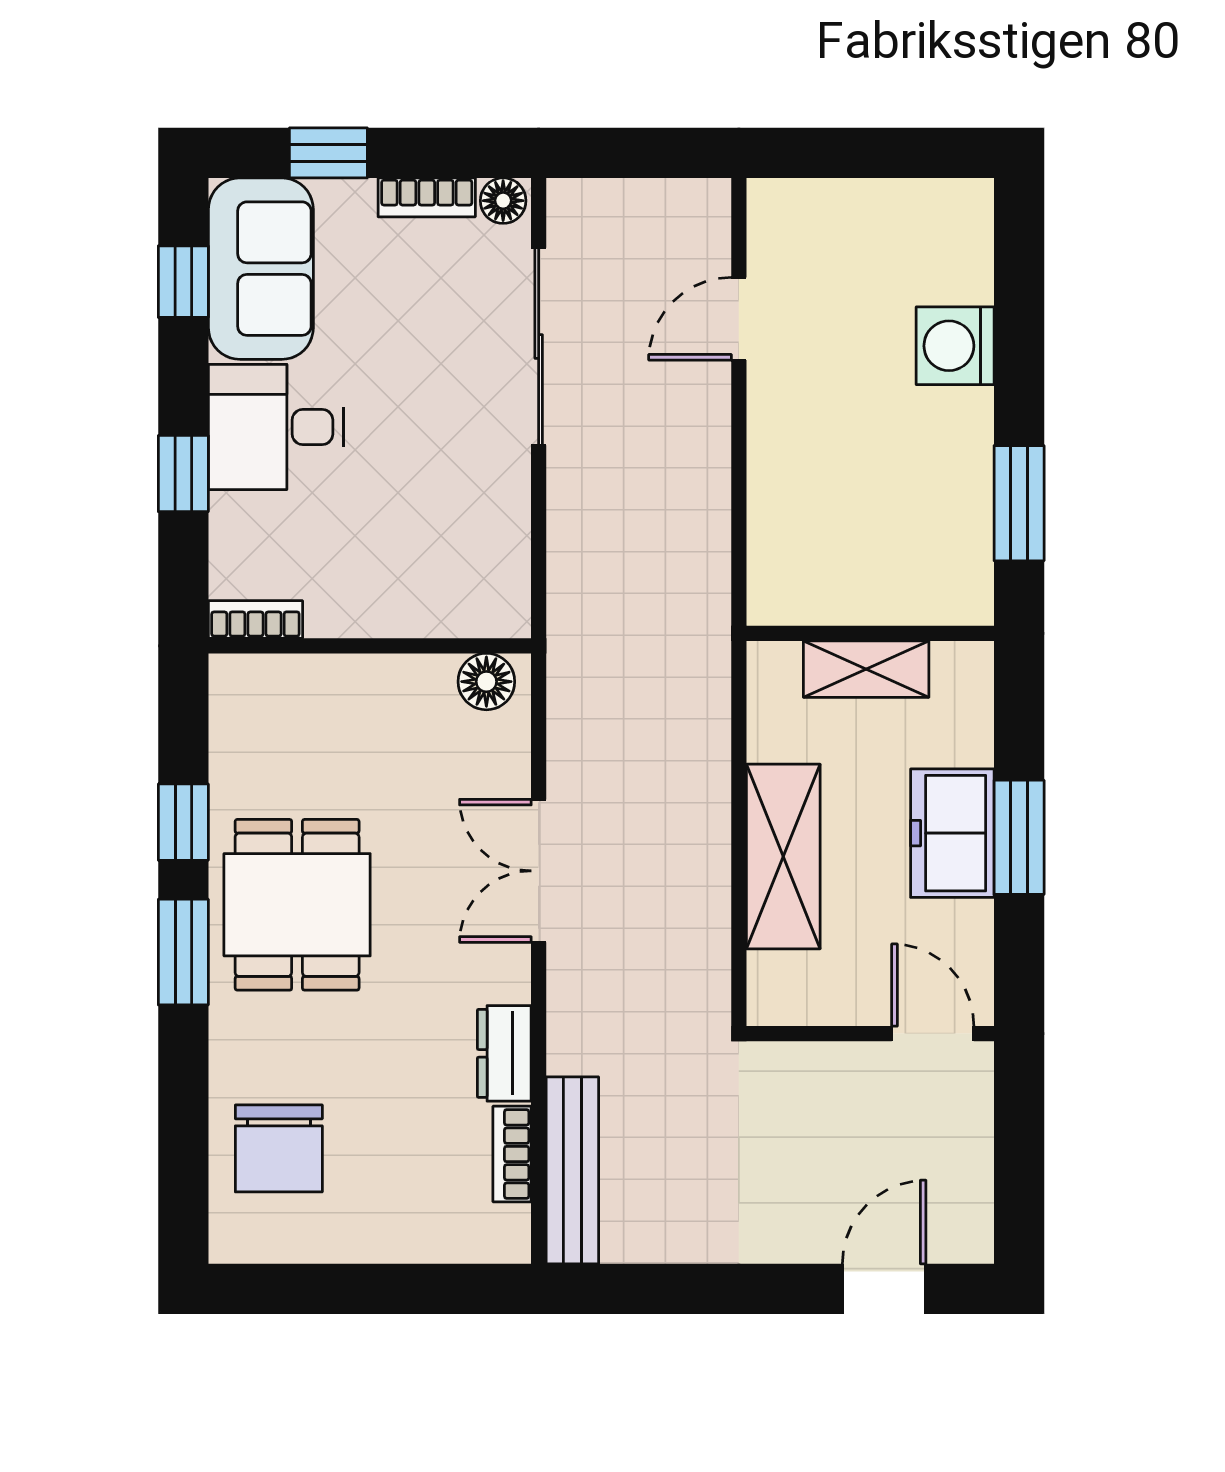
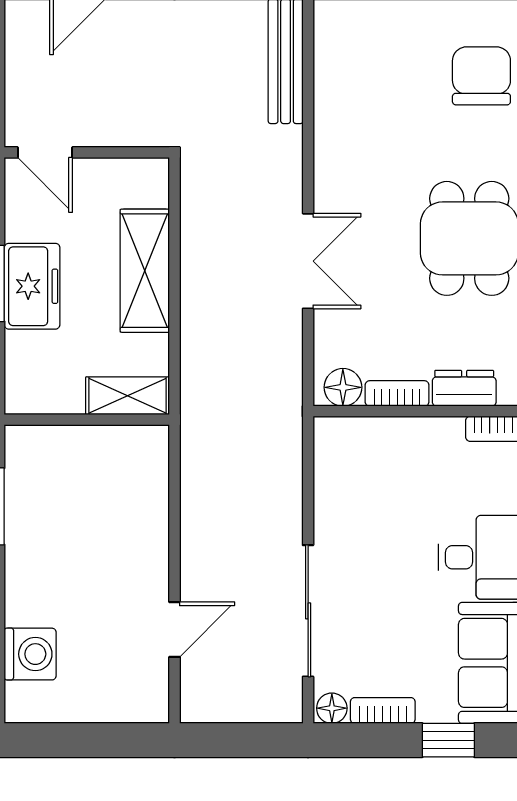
washing machine: (955, 346) -> (30, 654), moved
shelving: (866, 669) -> (128, 396), moved
dresser: (504, 1053) -> (464, 388), moved, turned -90
bookcase: (512, 1154) -> (397, 393), moved, turned -90

